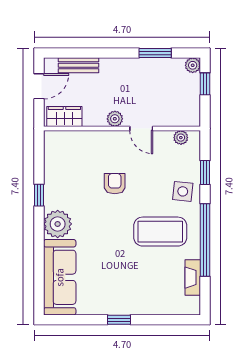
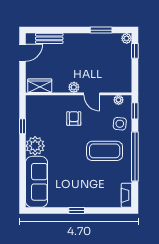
wardrobe: (64, 117) -> (40, 86), moved
plant: (115, 119) -> (74, 87), moved
wall: (122, 129) -> (79, 94), moved
door: (141, 129) -> (92, 94), moved
plant: (181, 138) -> (118, 100), moved
fireplace: (193, 278) -> (127, 195), moved

